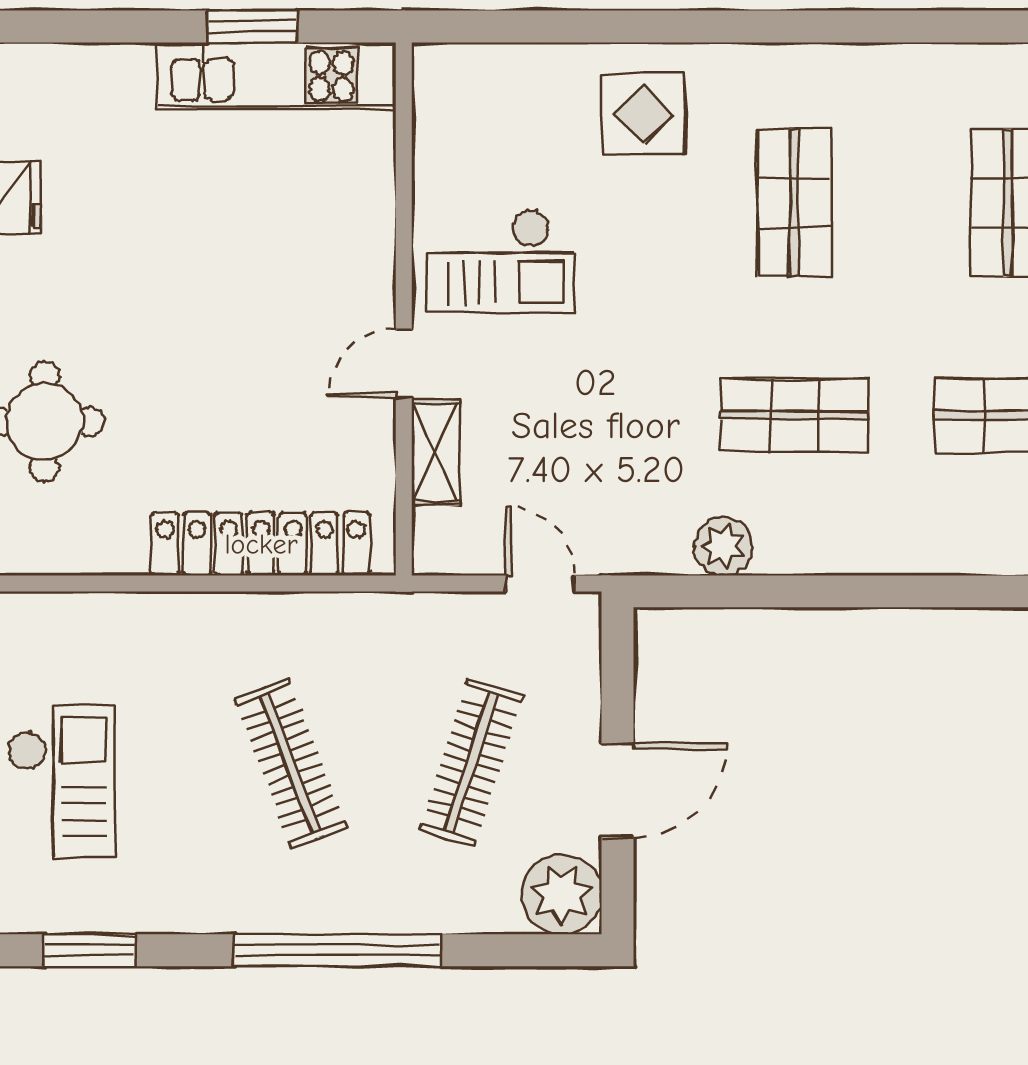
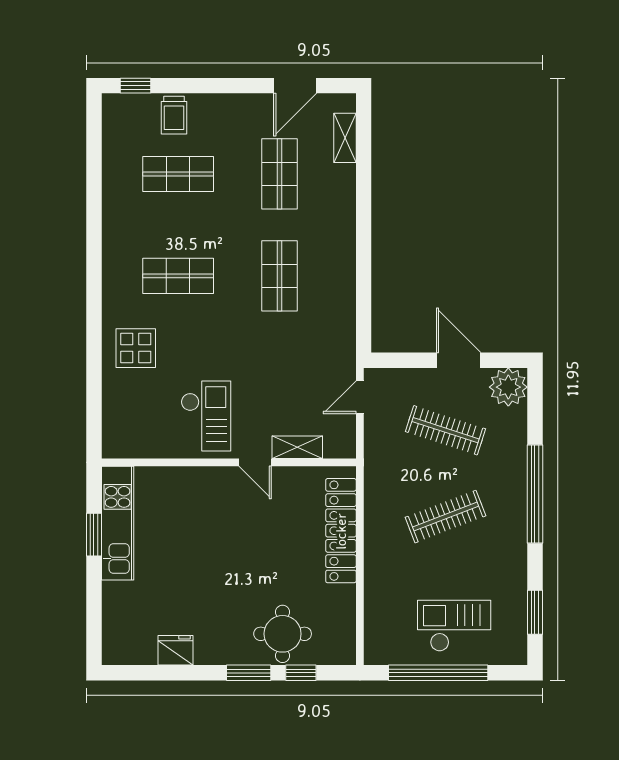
plant: (723, 546) -> (342, 310), removed

